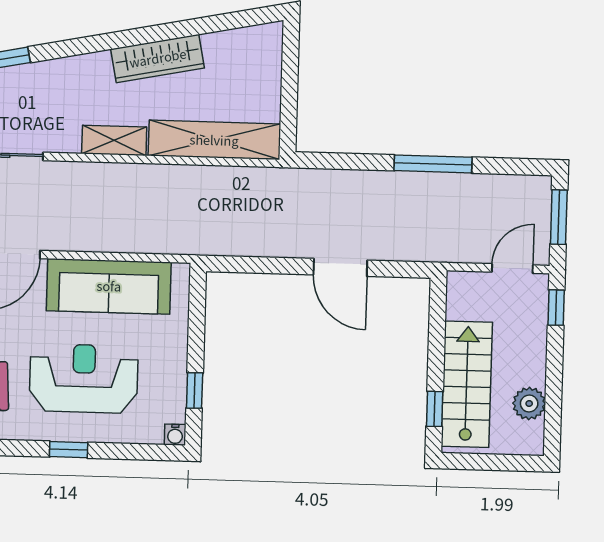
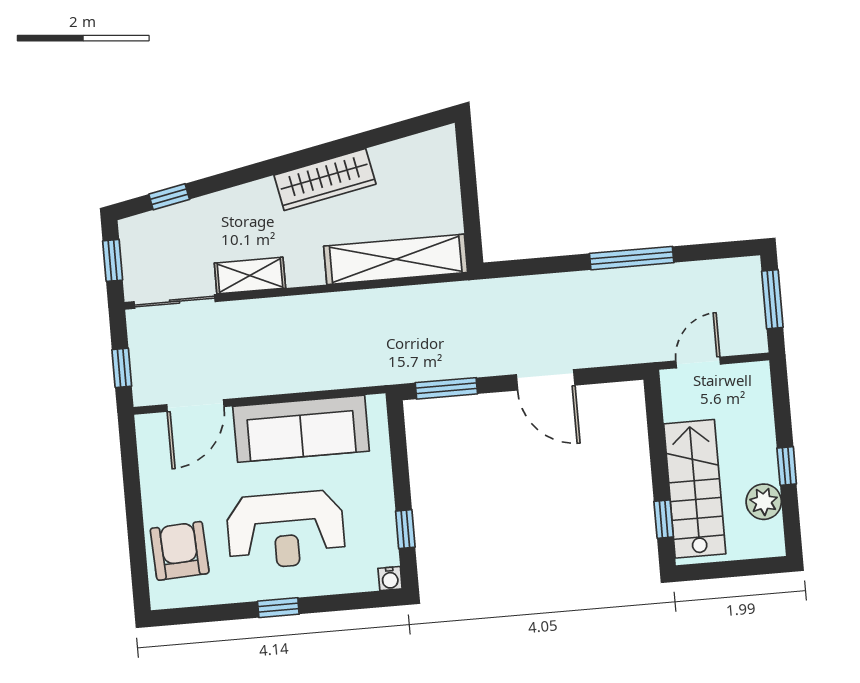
shelving: (114, 140) -> (250, 276), moved
window: (248, 265) -> (446, 388), added
door: (512, 269) -> (698, 362), moved
window: (556, 308) -> (787, 466), moved
reception desk: (84, 378) -> (286, 530), turned 180

